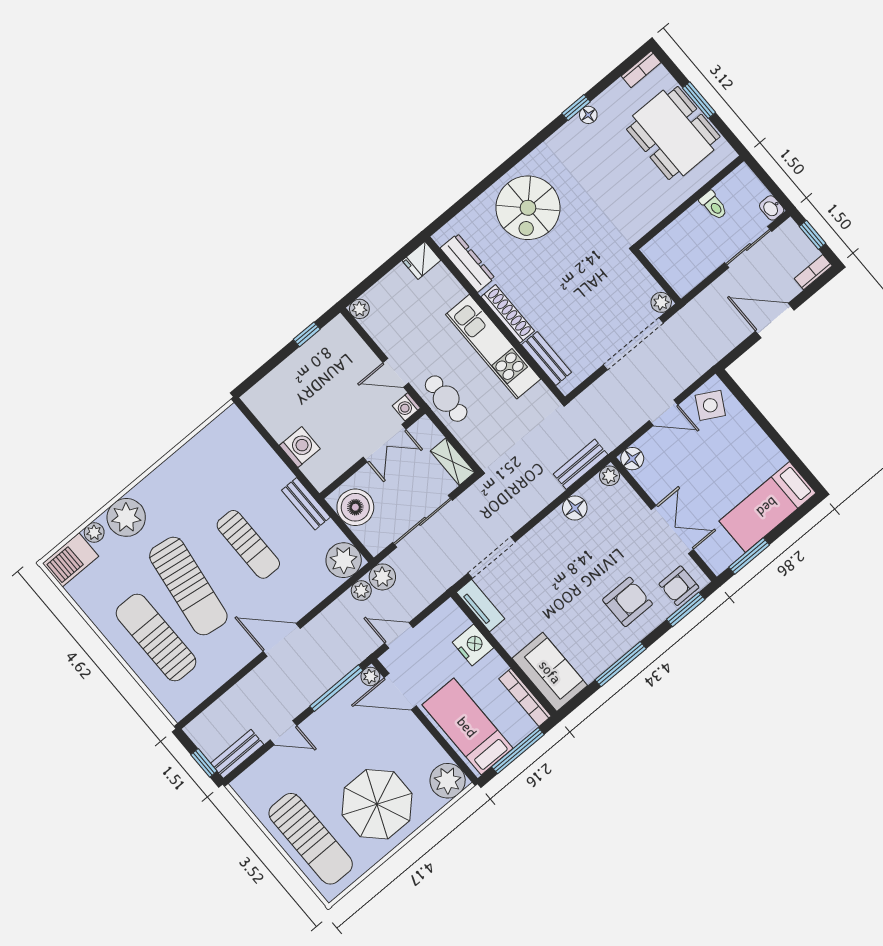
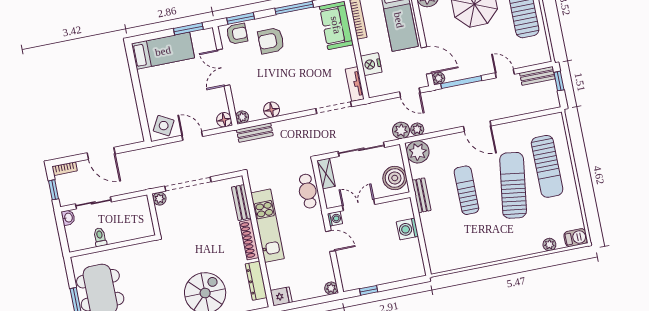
cafe table: (446, 399) -> (308, 191), moved
plant: (126, 517) -> (527, 243), removed
barbecue: (71, 560) -> (576, 238), width x0.73, depth x0.79

